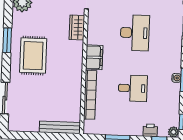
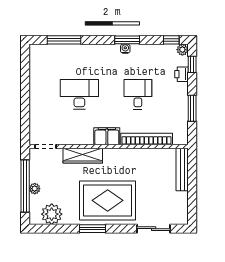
wardrobe: (77, 27) -> (83, 156), width x1.50
rug: (33, 56) -> (108, 200), width x1.37, depth x1.44

